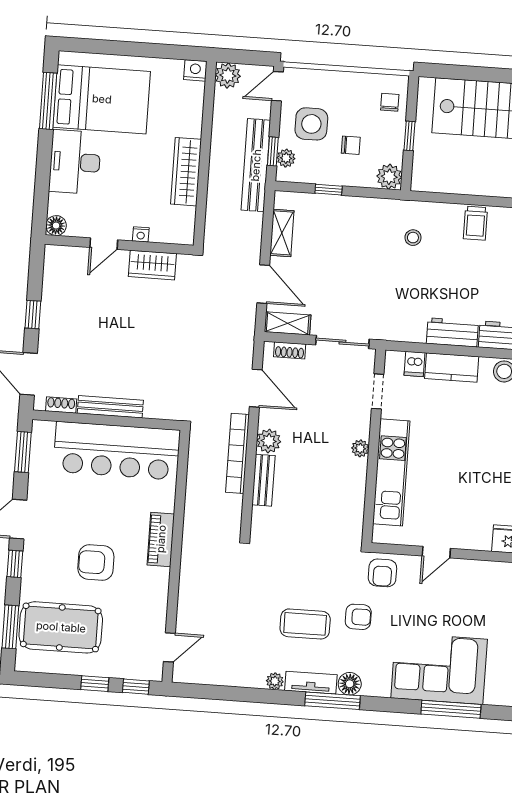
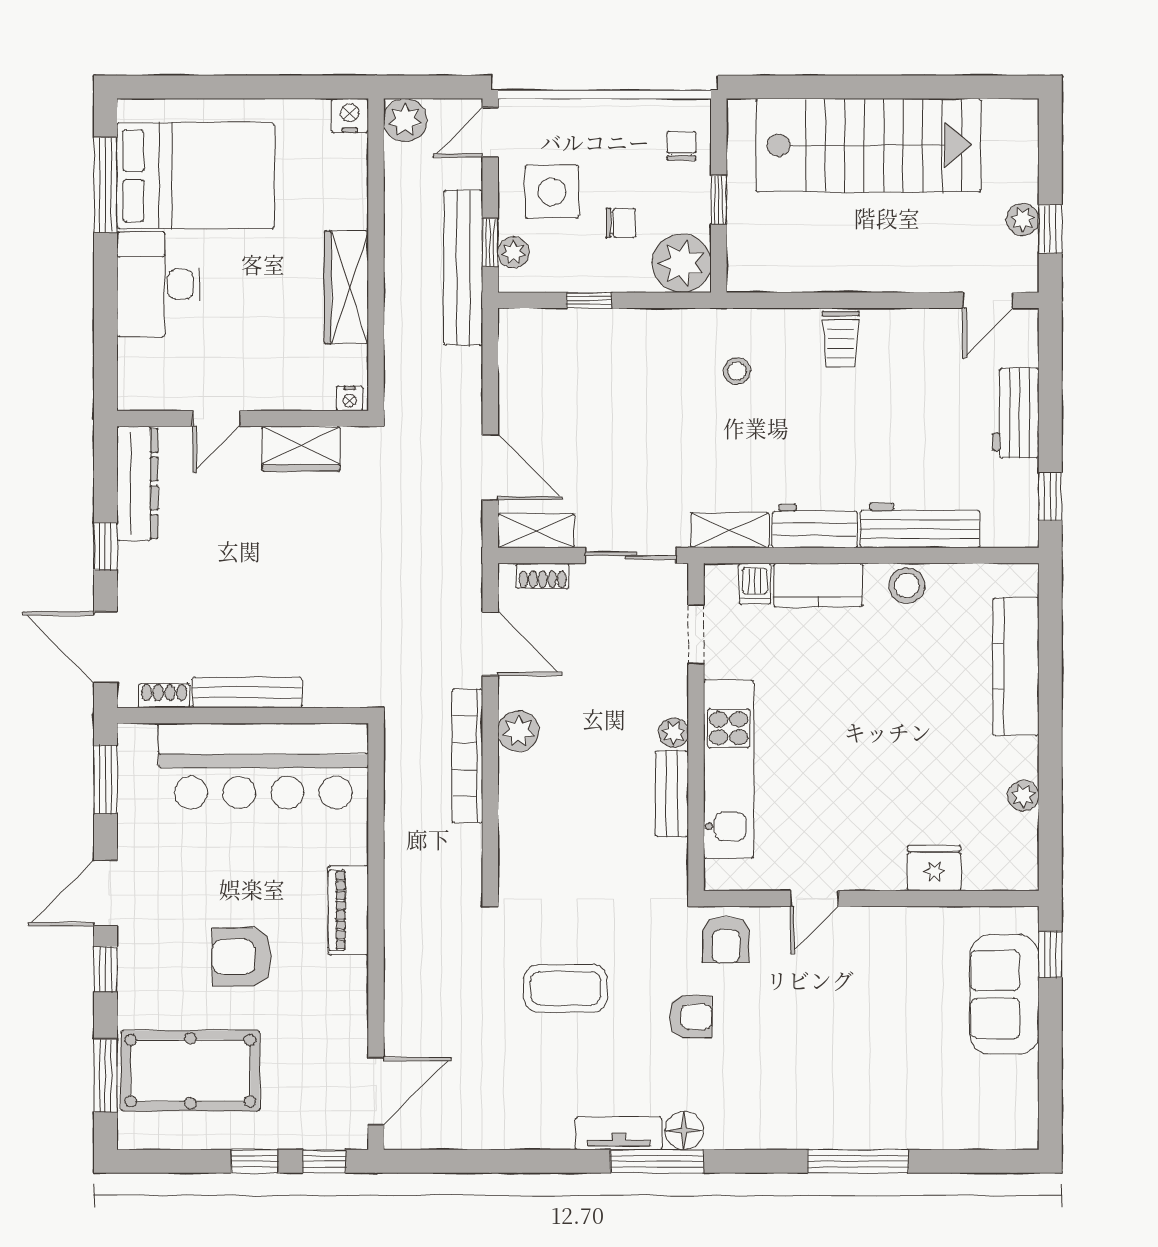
plant: (389, 177) -> (682, 263), width x1.36, depth x1.36
floor lamp: (56, 226) -> (134, 394), removed
shelving: (282, 233) -> (730, 530), moved, turned 90
nightstand: (141, 234) -> (350, 398), moved
dresser: (54, 279) -> (137, 483), added
bench: (263, 480) -> (672, 794), moved
coffee table: (305, 624) -> (566, 988), moved
door: (169, 647) -> (376, 1091), width x1.38
corner sofa: (439, 669) -> (833, 1094), removed
plant: (275, 681) -> (558, 1135), removed

